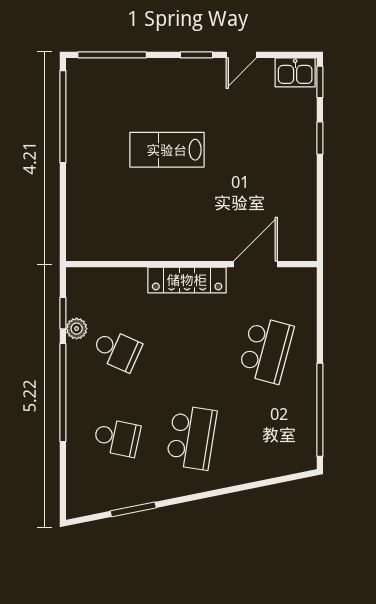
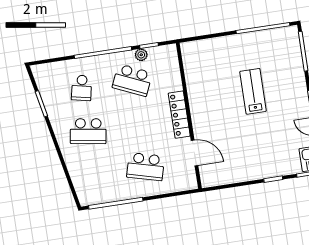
school desk: (117, 350) -> (132, 80), width x1.85

